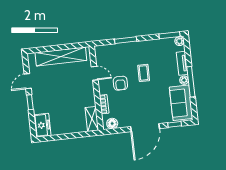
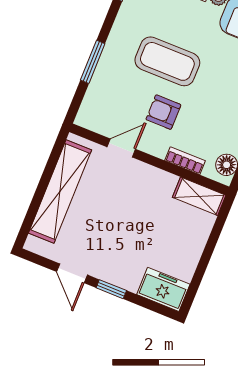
coffee table: (144, 73) -> (167, 61), width x1.86, depth x1.72
armchair: (120, 83) -> (163, 112), turned 180

